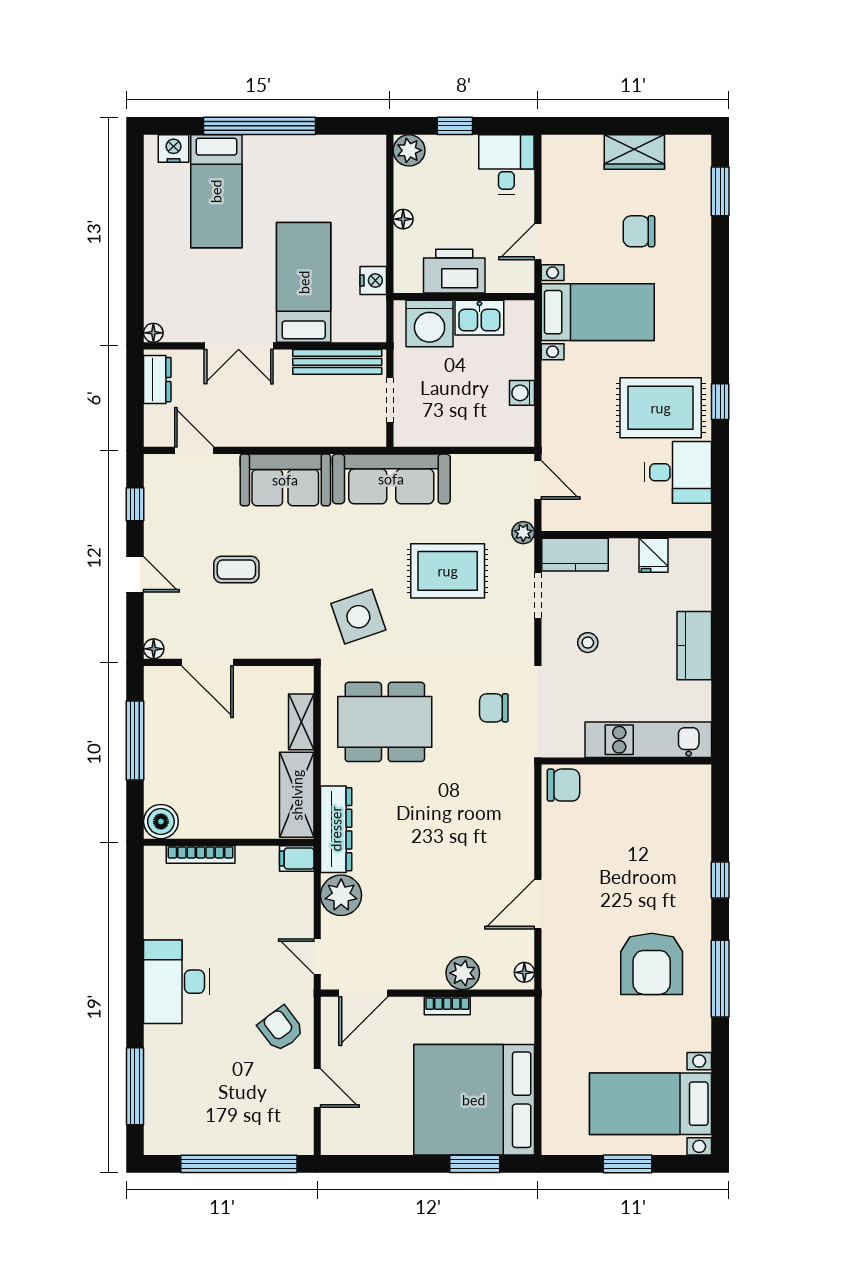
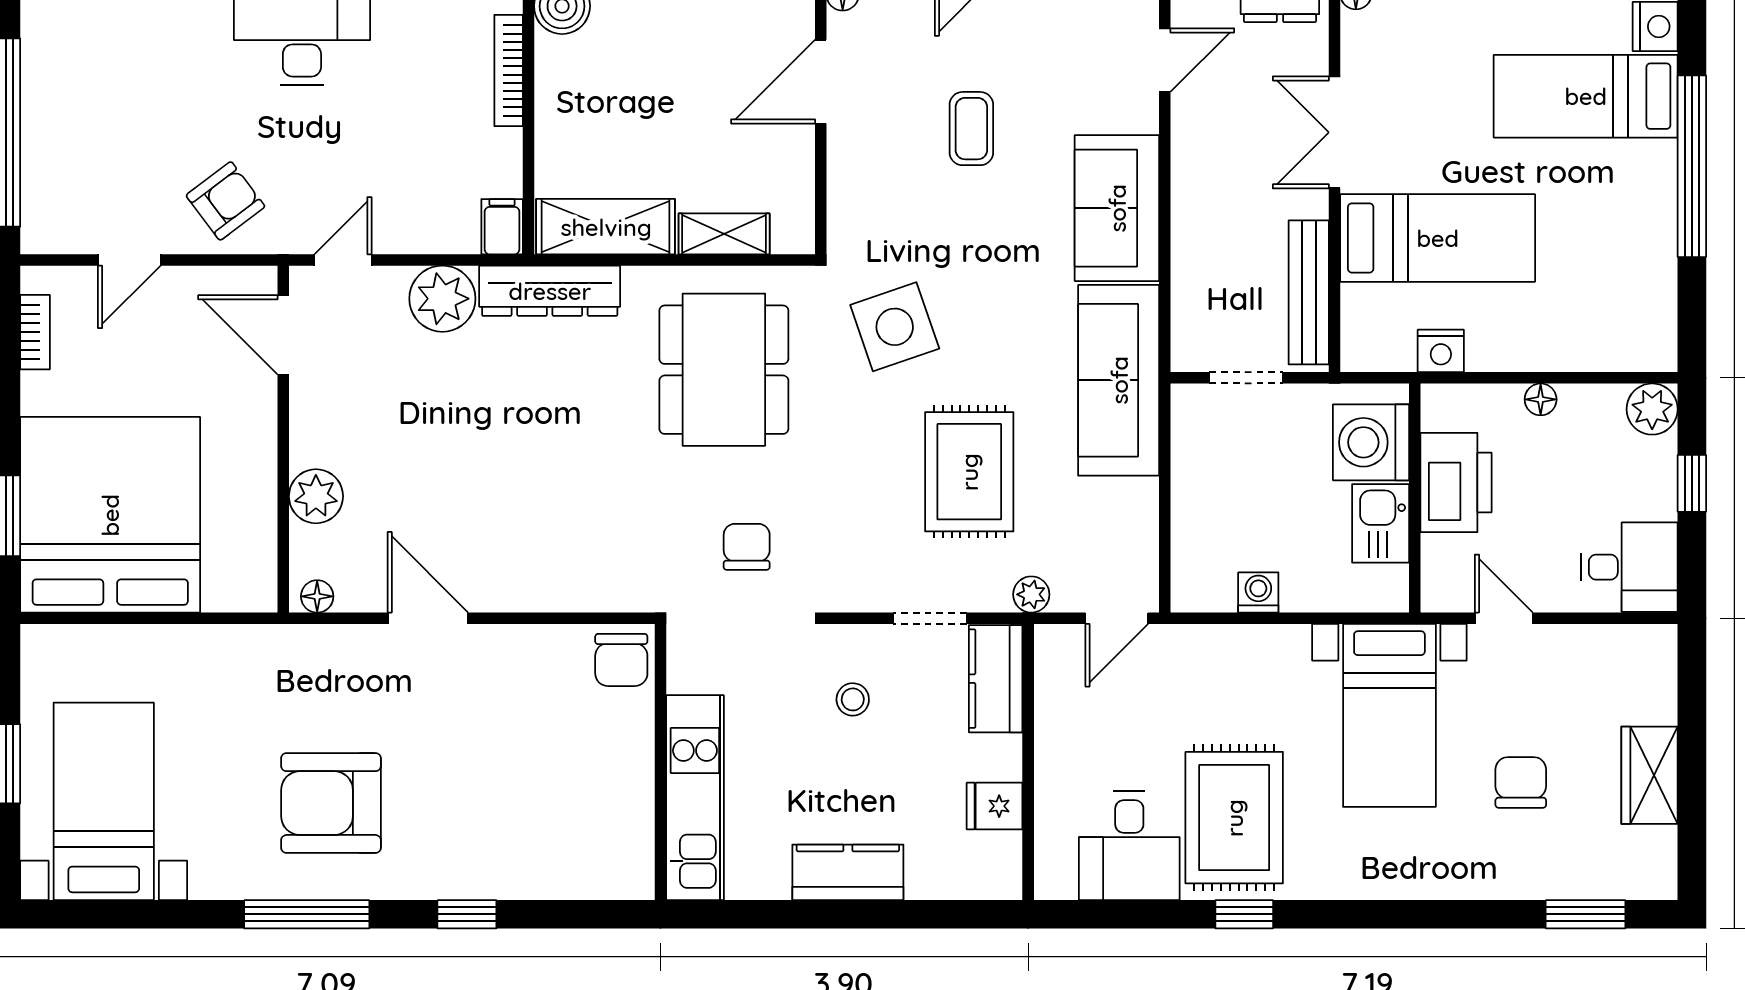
bookcase: (447, 1006) -> (35, 332), moved, turned 180

